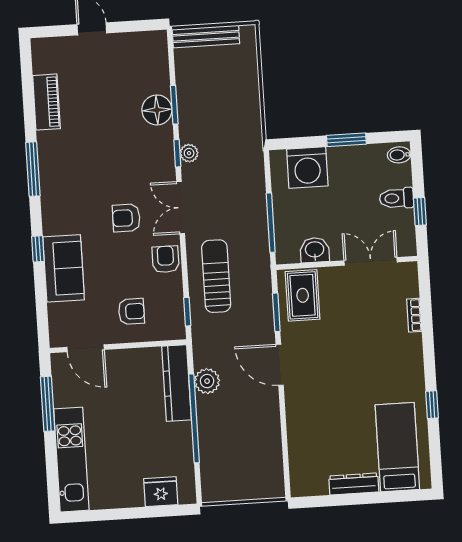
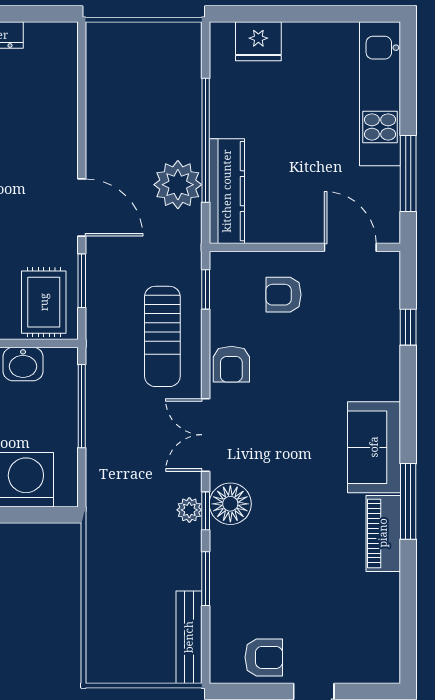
bench: (206, 37) -> (189, 637), moved, turned 90
piano: (46, 102) -> (383, 533), moved
floor lamp: (157, 110) -> (230, 504), moved
double door: (181, 208) -> (206, 435), swing flipped
armchair: (126, 218) -> (264, 657), moved
window: (38, 249) -> (408, 327), moved
sofa: (64, 268) -> (374, 447), moved
plant: (207, 381) -> (178, 185), width x1.36, depth x1.36

